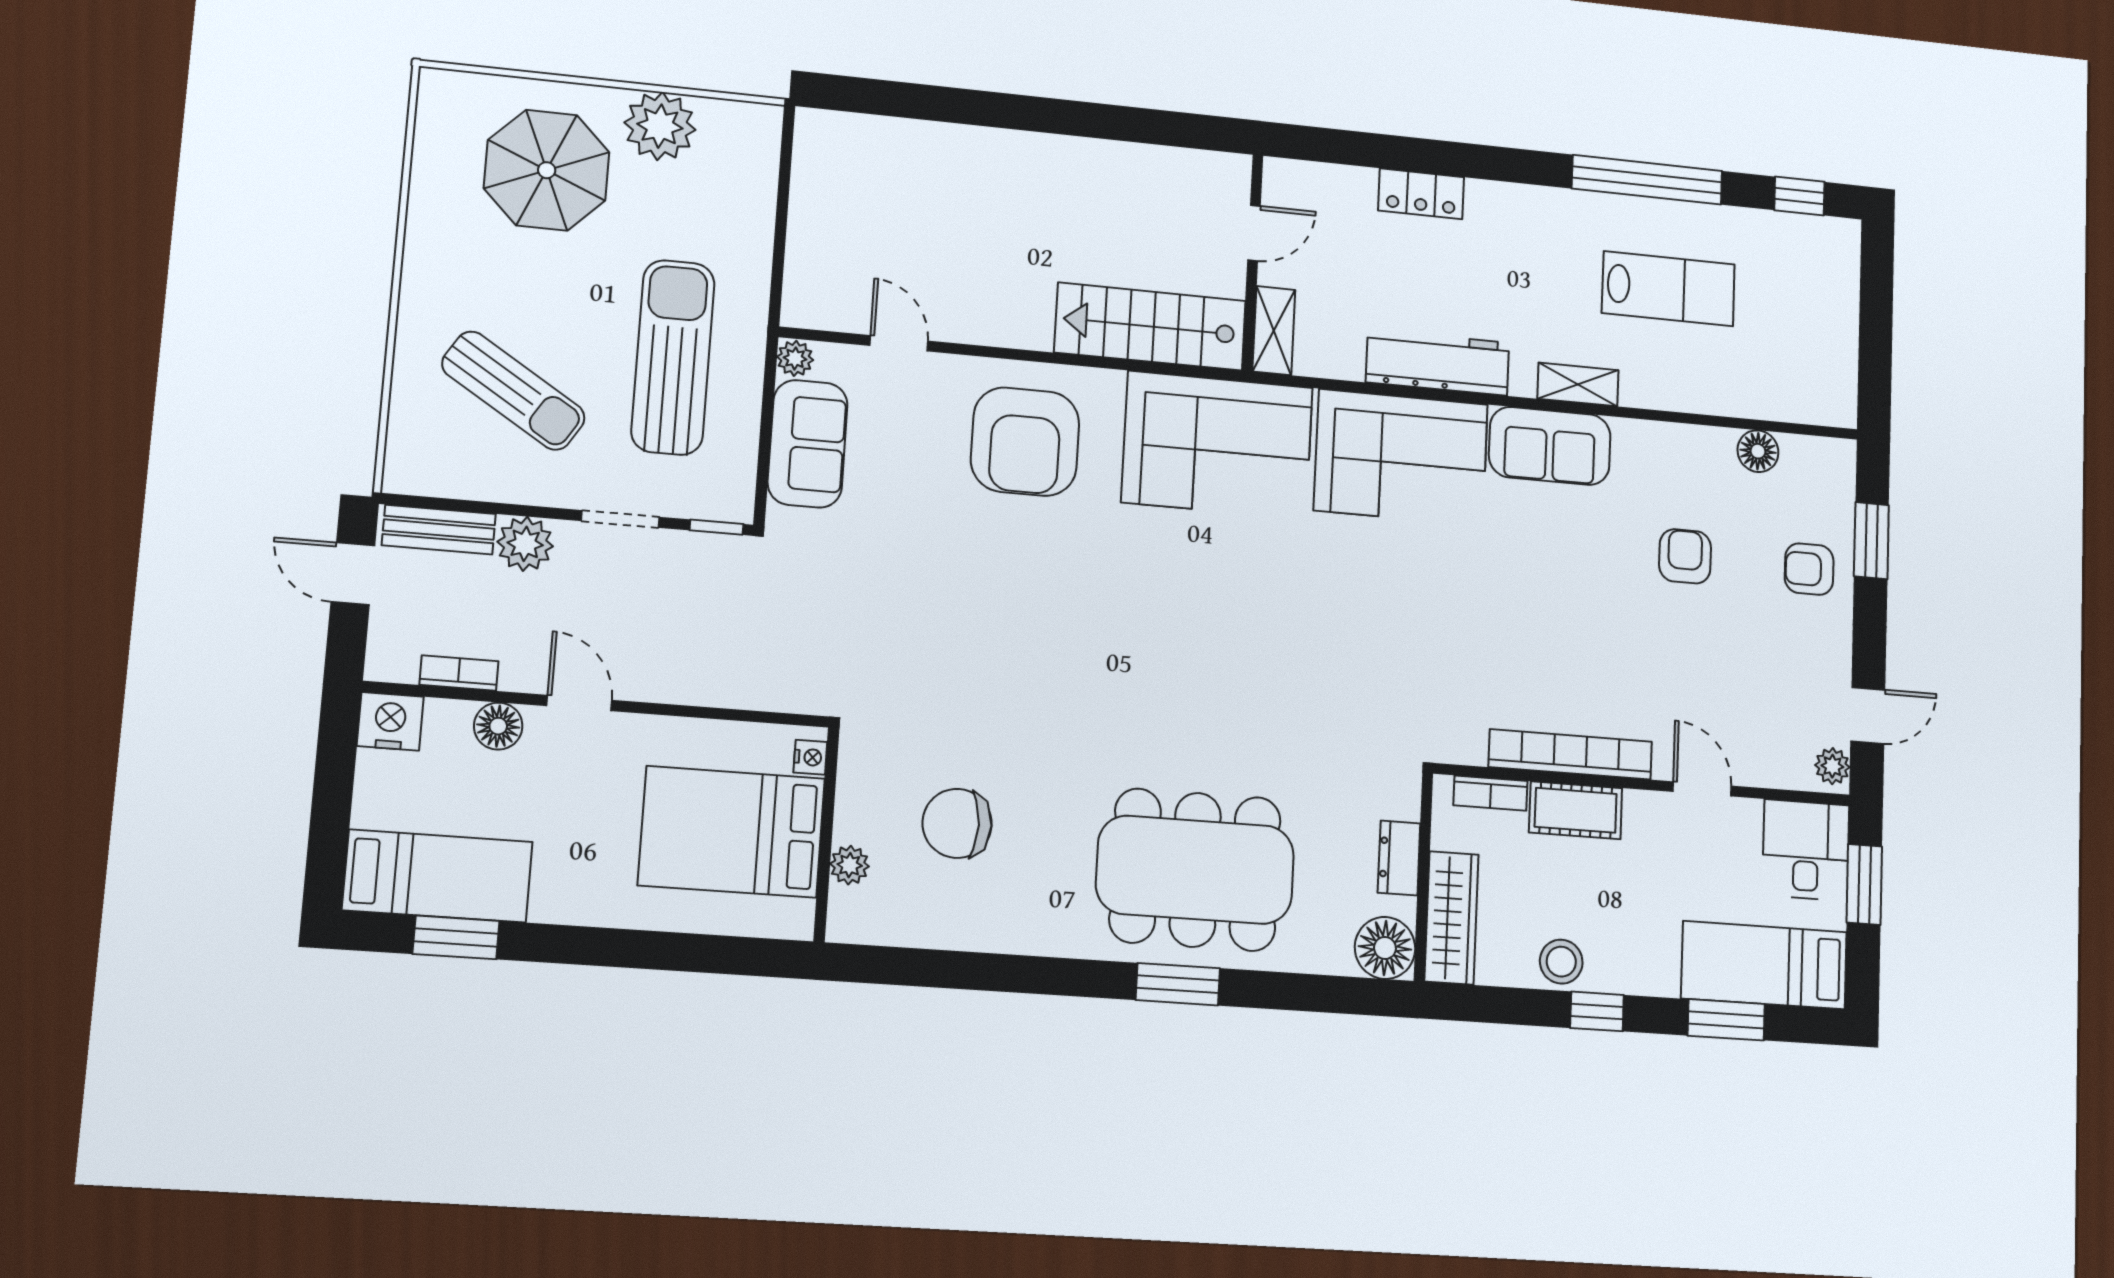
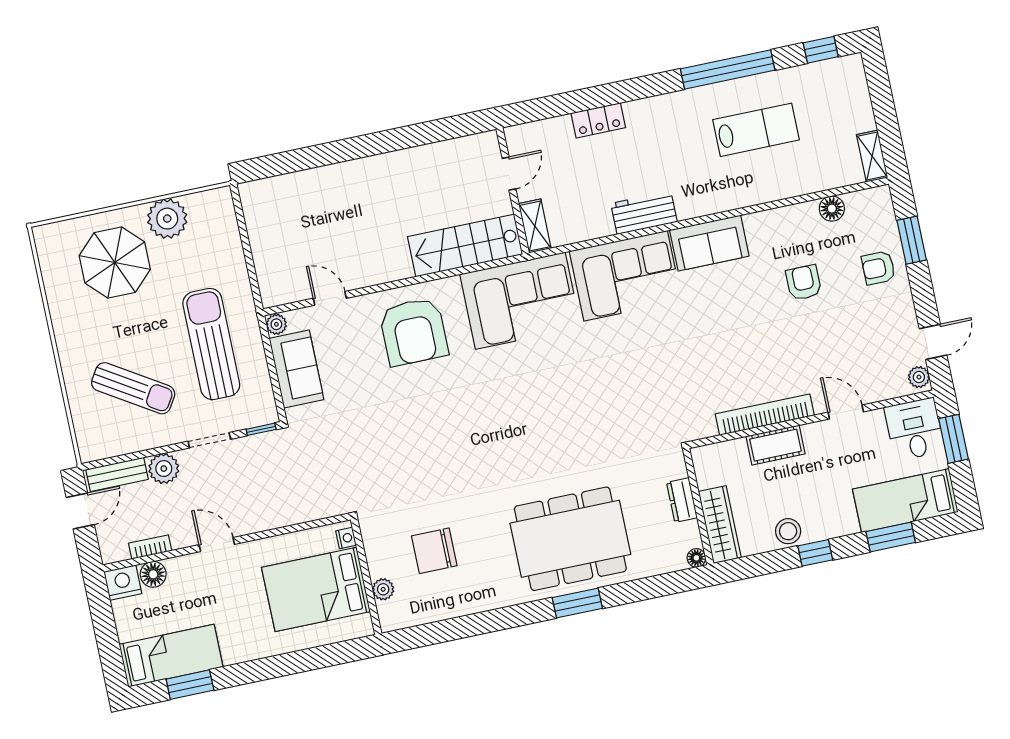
workbench: (1438, 362) -> (644, 213), width x0.73
shelving: (1578, 384) -> (872, 156), moved, turned 90
door: (353, 574) -> (80, 511), swing flipped
floor lamp: (498, 726) -> (153, 574), moved
bookcase: (1490, 793) -> (724, 450), removed
floor lamp: (1385, 948) -> (696, 558), width x0.53, depth x0.53

